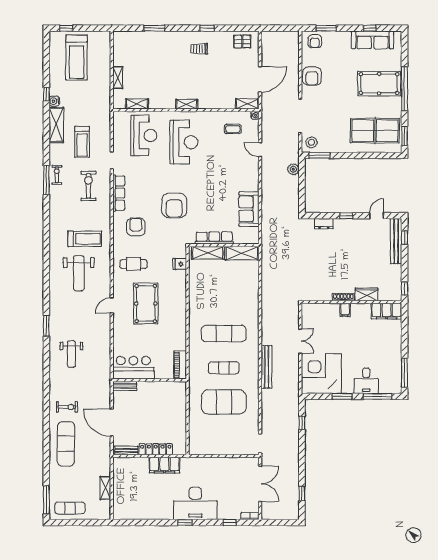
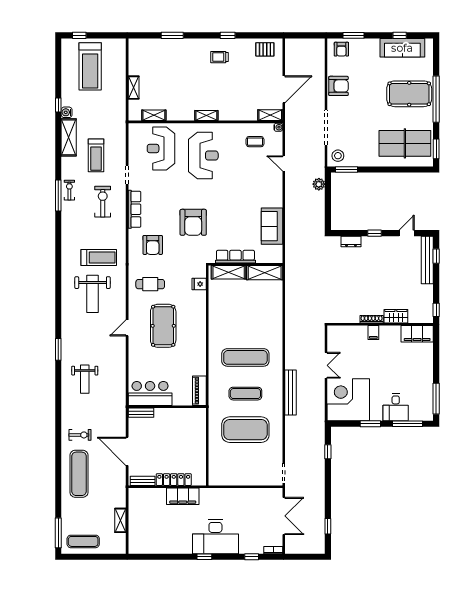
armchair: (312, 76) -> (338, 86), turned -90
reception desk: (144, 135) -> (161, 148), turned 180
armchair: (136, 227) -> (153, 245), turned 180

